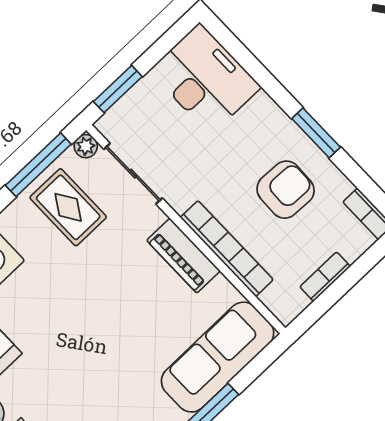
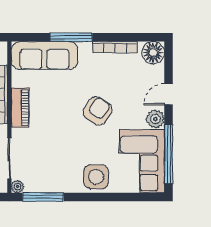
rug: (68, 207) -> (47, 169), removed
armchair: (75, 351) -> (98, 111), added

